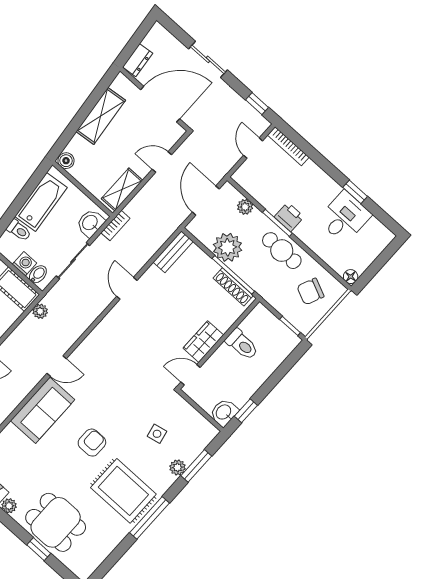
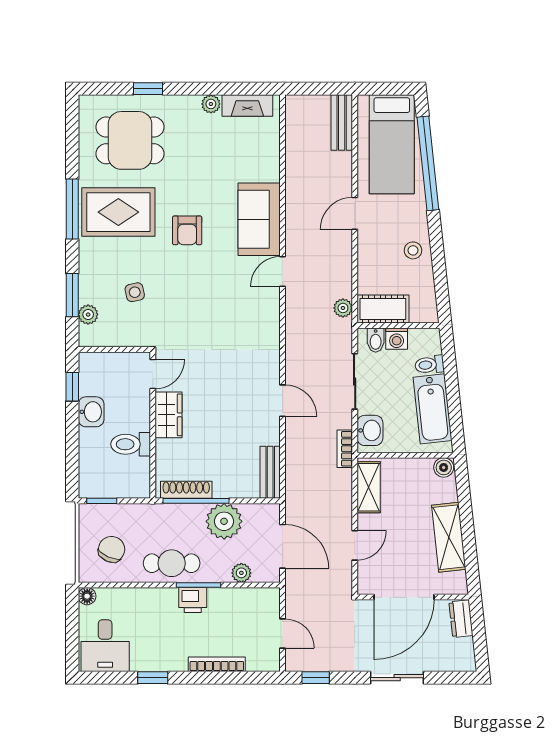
bookcase: (288, 146) -> (217, 664), moved
desk: (345, 217) -> (105, 646), moved
washbasin: (224, 412) -> (91, 412), moved
plant: (178, 467) -> (88, 315), moved
dining table: (56, 522) -> (130, 140), moved

